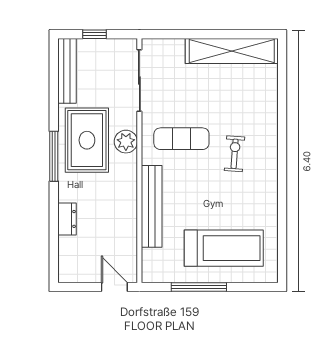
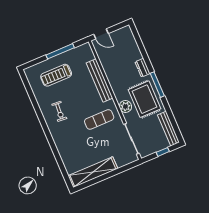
exercise bike: (235, 154) -> (59, 111), moved
dresser: (67, 219) -> (143, 68), moved
treadmill: (224, 248) -> (56, 75), width x0.73, depth x0.73

